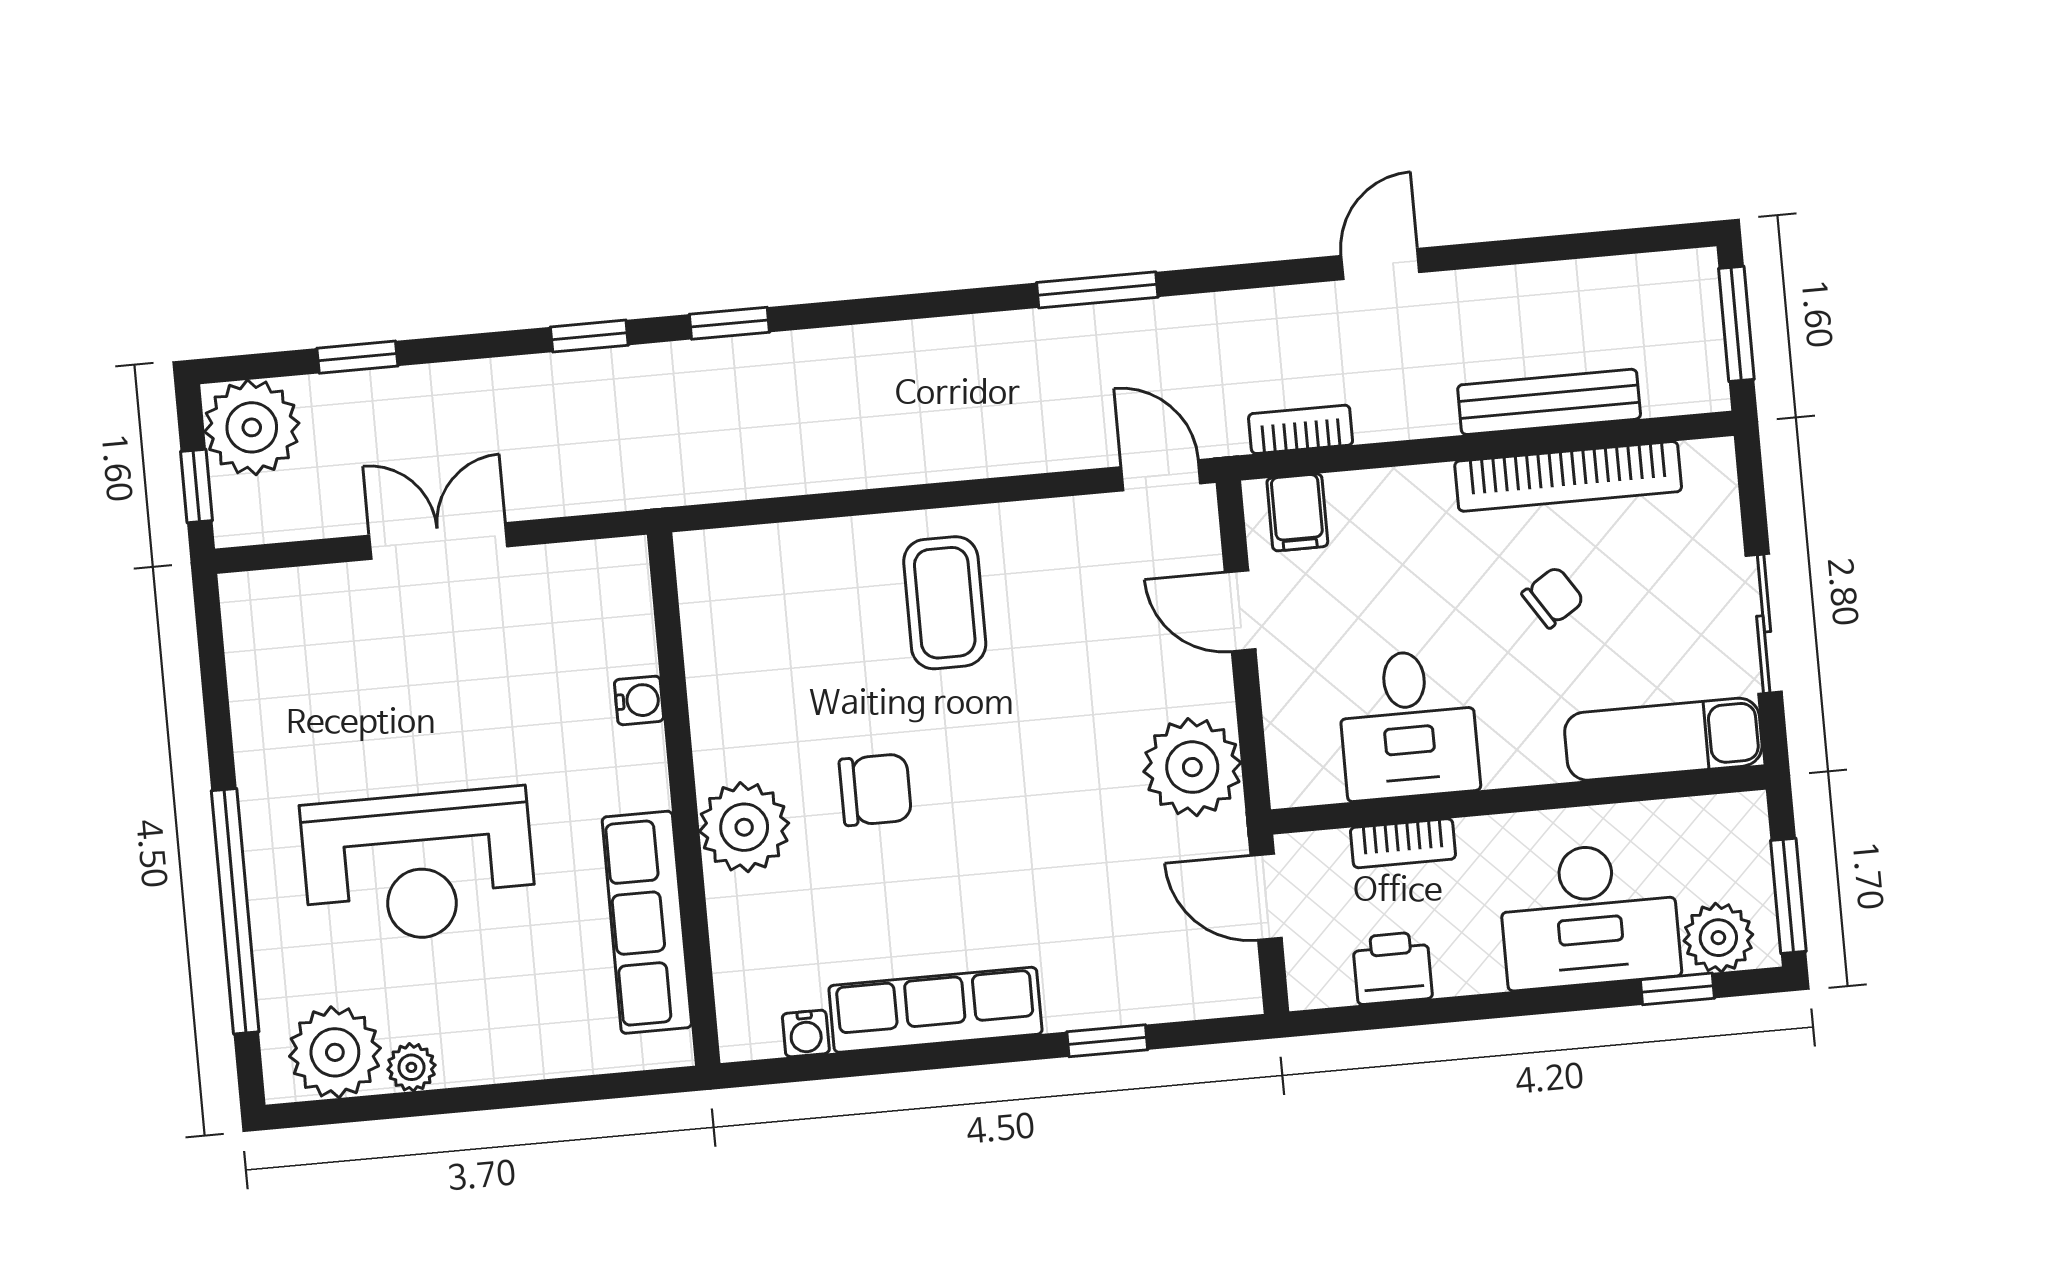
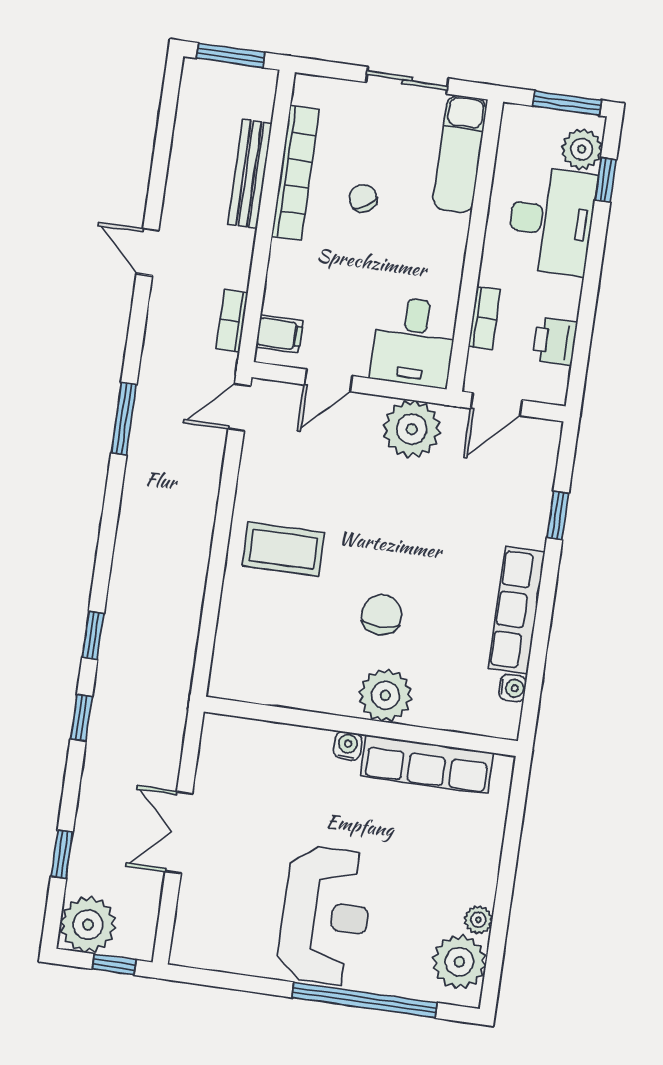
water cooler: (639, 700) -> (348, 746), moved
desk: (1408, 725) -> (414, 342), moved, turned 90
reception desk: (419, 866) -> (325, 915), moved

